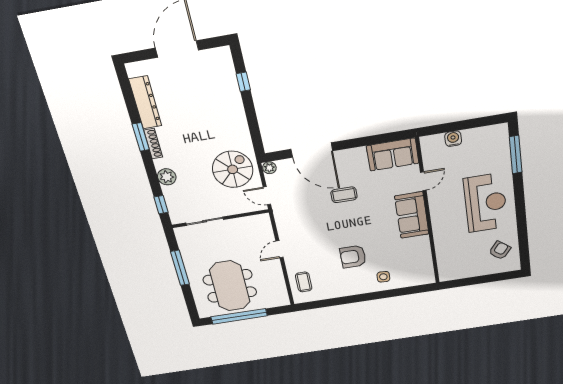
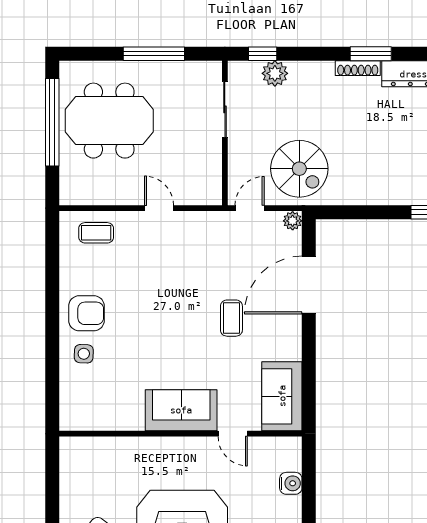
plant: (167, 177) -> (275, 73), moved
armchair: (353, 257) -> (86, 313), moved, turned 90

